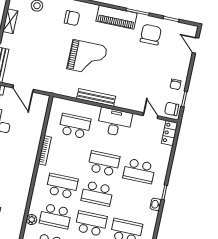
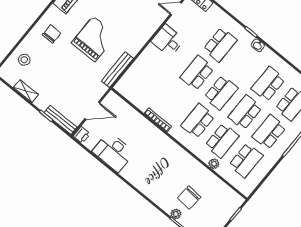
bench: (96, 97) -> (117, 70), moved
desk: (115, 122) -> (168, 40), width x0.73
school desk: (75, 126) -> (150, 82), removed

